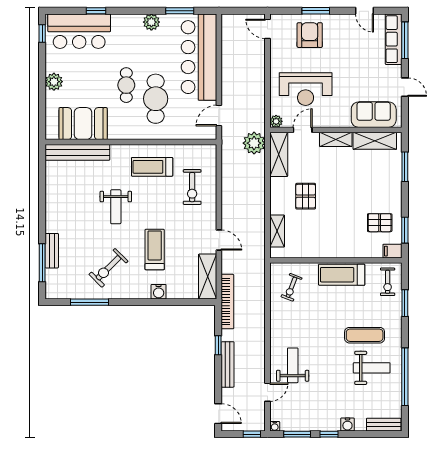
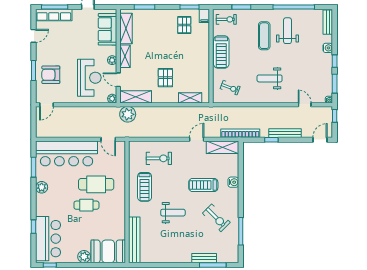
plant: (330, 121) -> (112, 60), added
booth: (83, 124) -> (108, 251), moved, turned 90
pallet: (306, 196) -> (165, 78), turned 90
weight bench: (293, 365) -> (270, 78), moved

